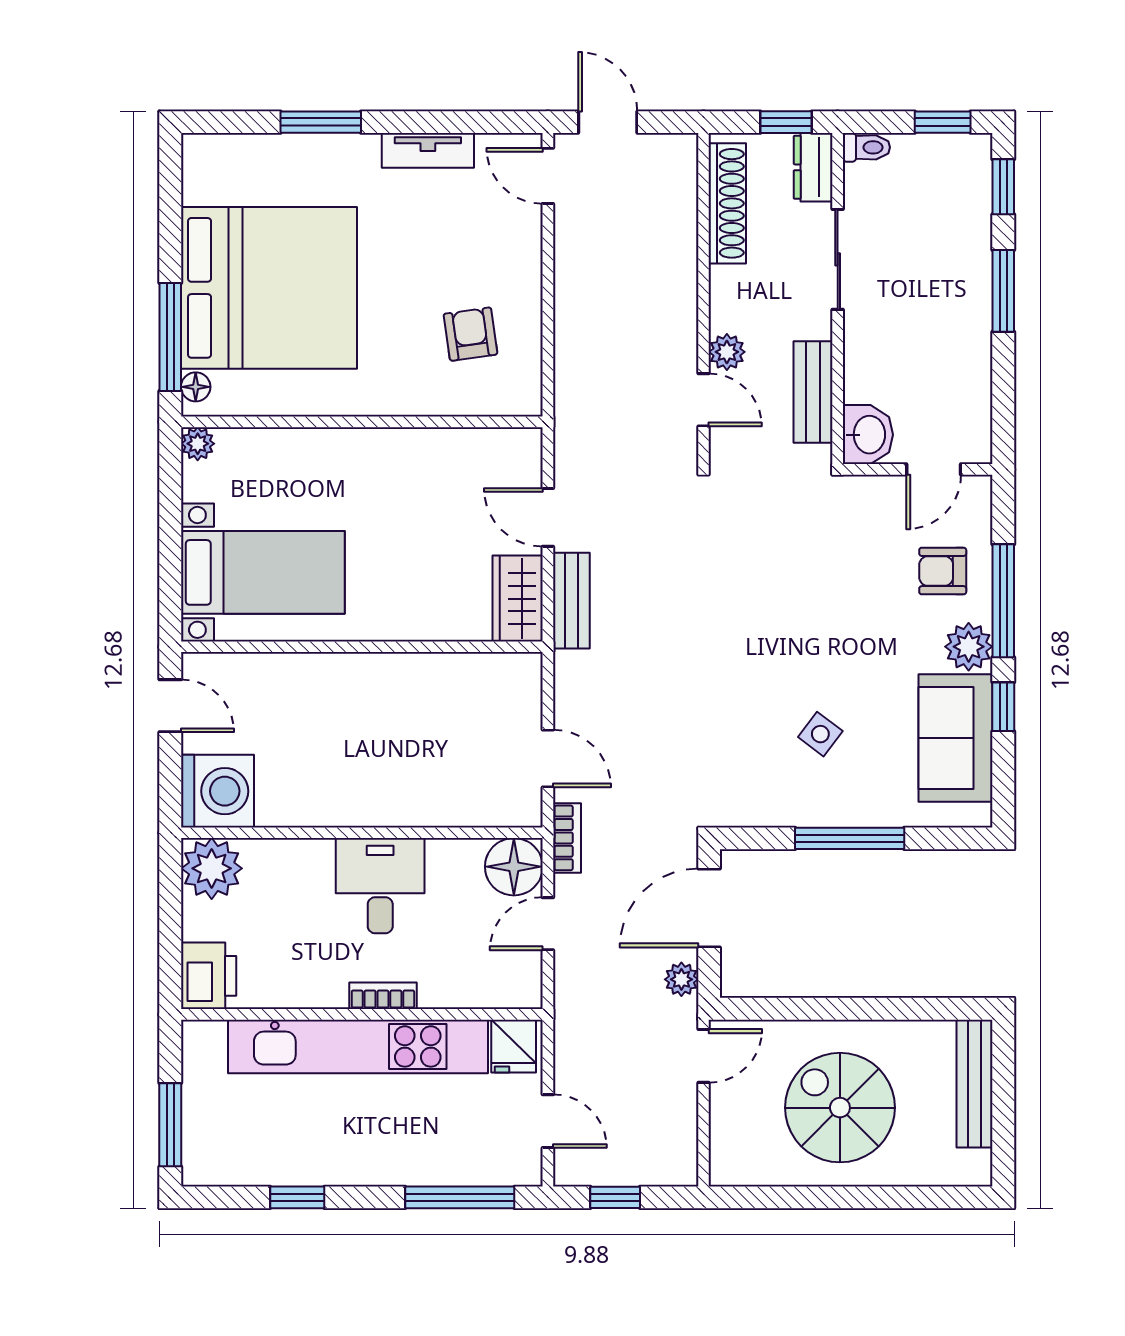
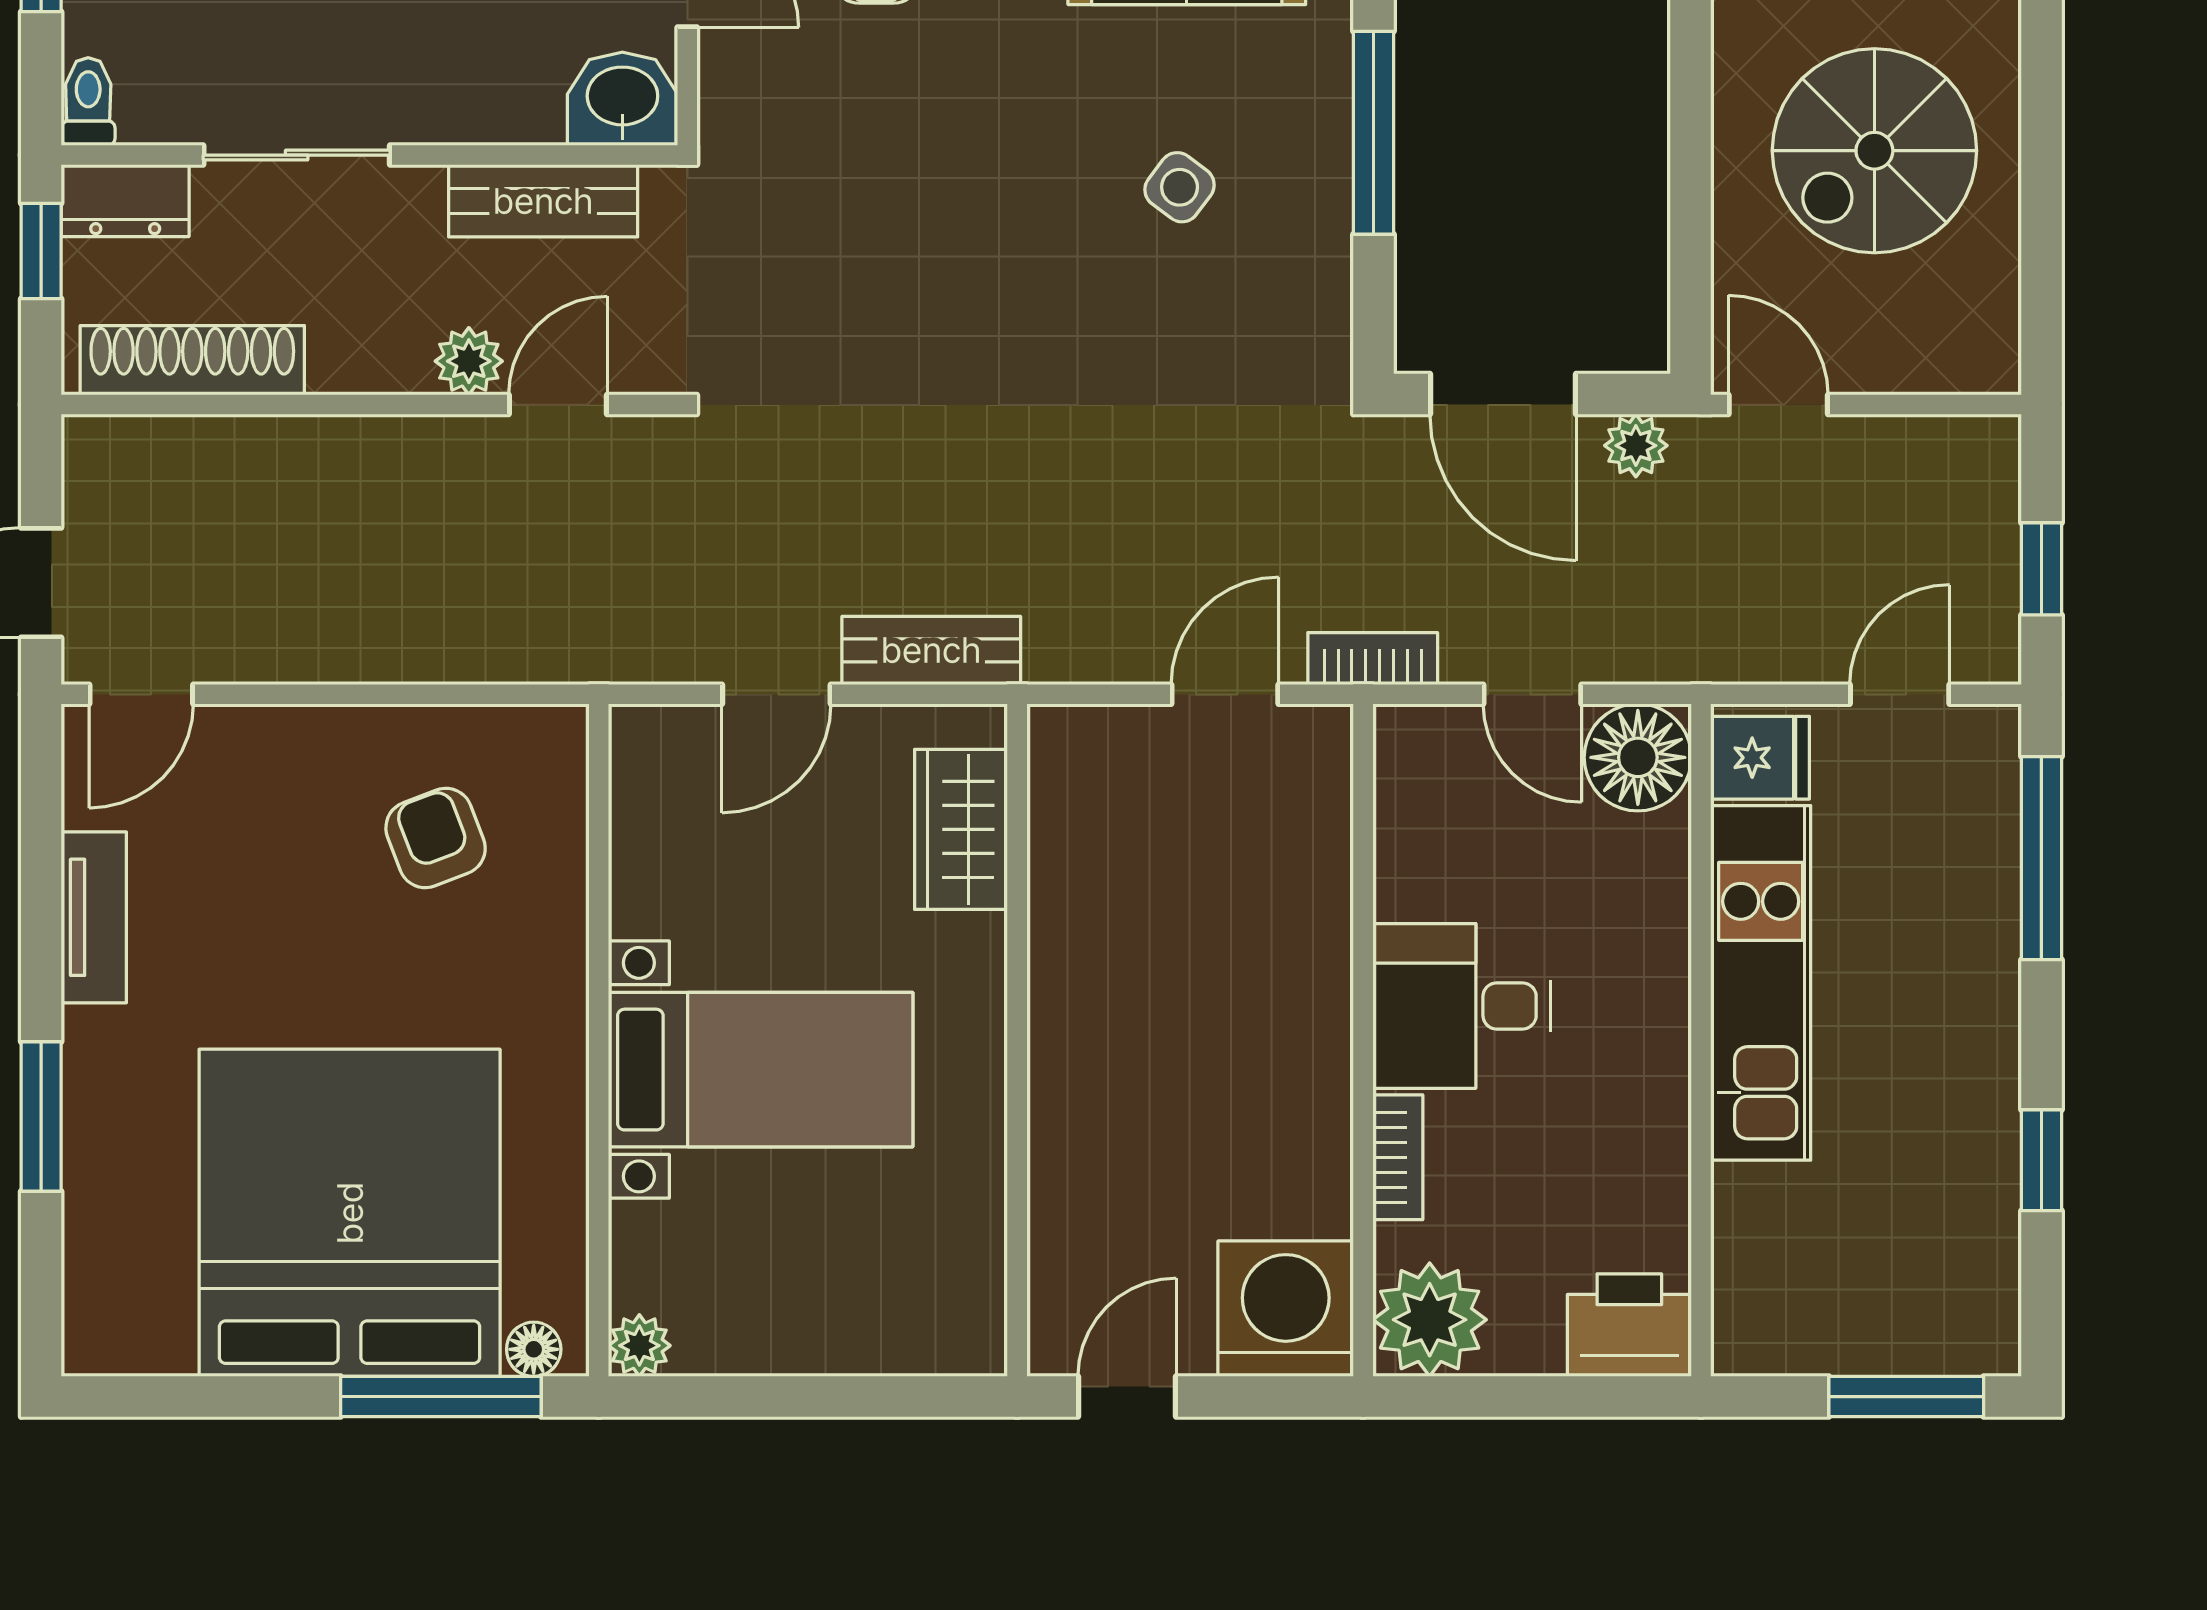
armchair: (471, 334) -> (436, 838), turned 77
bed with nightstands: (263, 572) -> (761, 1070), moved, turned 90
wardrobe: (518, 599) -> (961, 829), moved, turned 90
floor lamp: (514, 867) -> (1638, 757), moved
bookcase: (383, 996) -> (1398, 1157), moved, turned 180
kitchen unit: (358, 1046) -> (1761, 983), width x0.73

